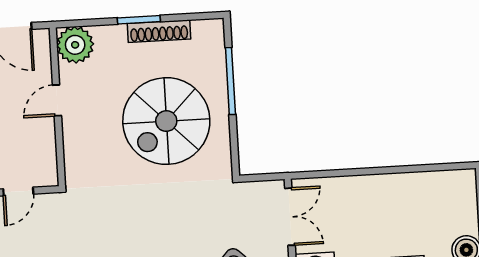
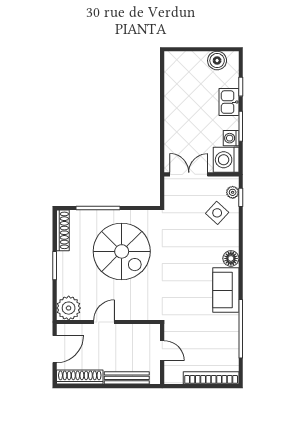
shoe rack: (159, 31) -> (63, 230), moved
door: (57, 100) -> (104, 322), swing flipped

